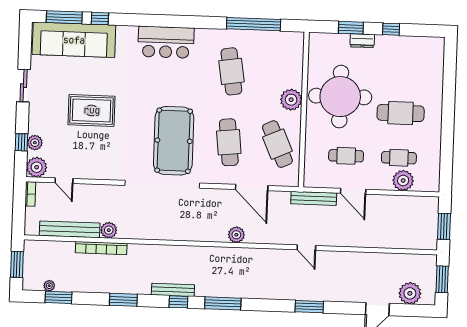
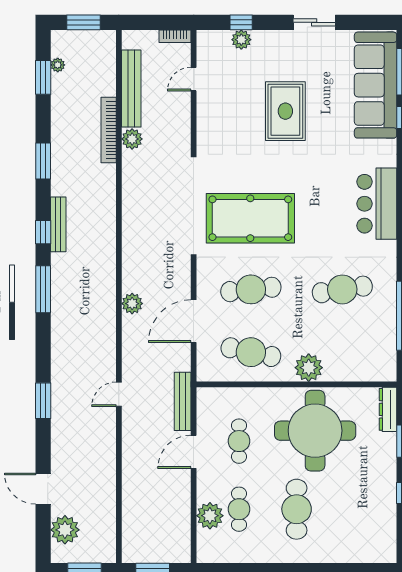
dresser: (362, 41) -> (388, 409), moved, width x1.44
cafe table: (277, 144) -> (251, 352), turned 36
plant: (37, 167) -> (210, 43), removed

